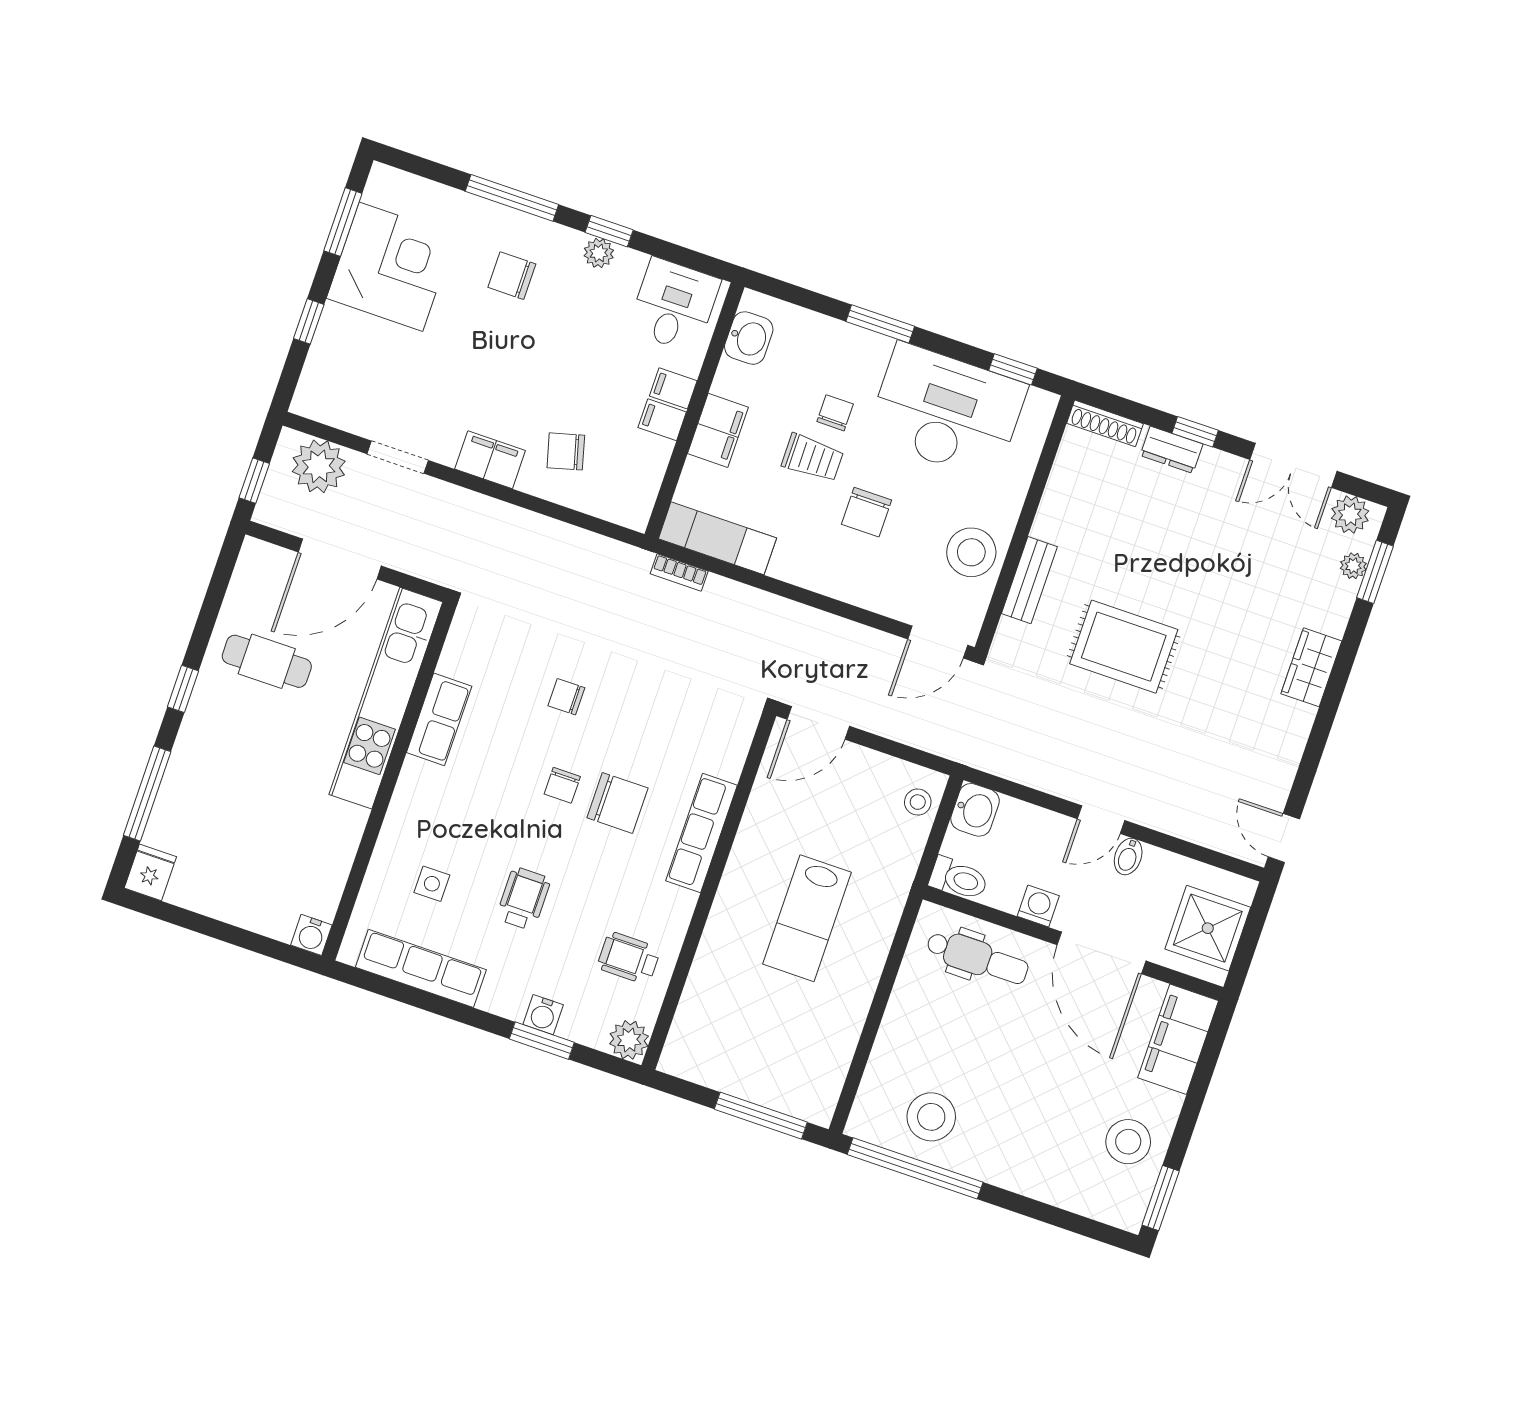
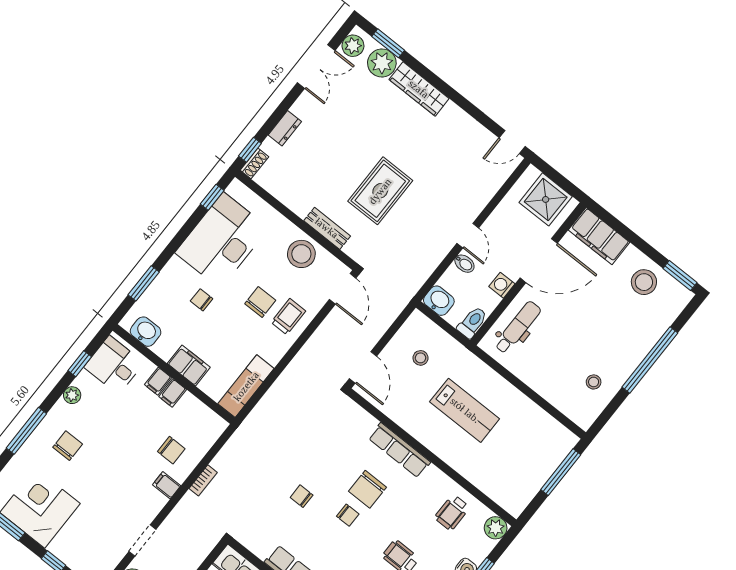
window: (609, 231) -> (80, 364), moved
chair: (512, 276) -> (68, 446), turned 180
window: (880, 324) -> (144, 283), moved
shoe rack: (1105, 423) -> (254, 163), width x0.70
window: (1195, 432) -> (250, 150), moved
chair: (566, 451) -> (171, 450), turned -75
trolley: (812, 458) -> (288, 317), moved
filing cabinet: (490, 460) -> (167, 485), width x0.50
chair: (867, 512) -> (260, 302), turned -90
plant: (1353, 566) -> (382, 63), width x1.88, depth x1.88
bookcase: (679, 573) -> (203, 480), moved
wardrobe: (1311, 667) -> (419, 89), width x1.50
chair: (566, 697) -> (302, 496), turned 90
stool: (918, 802) -> (420, 358), moved
chair: (617, 803) -> (368, 489), turned 180
bidet: (1128, 857) -> (464, 264), moved
stool: (931, 1117) -> (594, 382), width x0.53, depth x0.53
window: (915, 1168) -> (650, 360), moved

